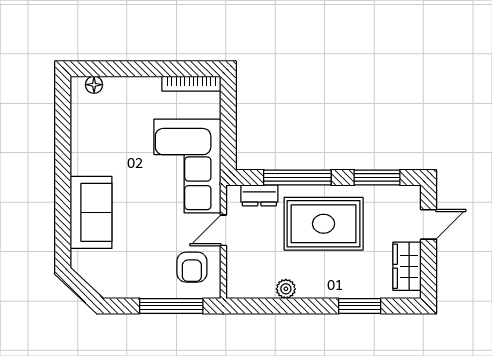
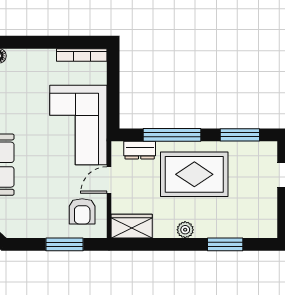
wardrobe: (407, 266) -> (132, 226), moved, turned 90
plant: (286, 289) -> (185, 230), moved
window: (171, 306) -> (65, 244), width x0.69

